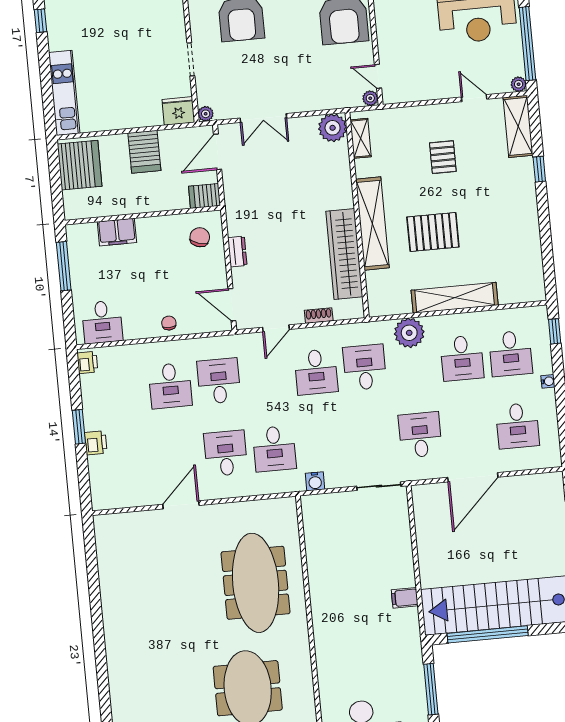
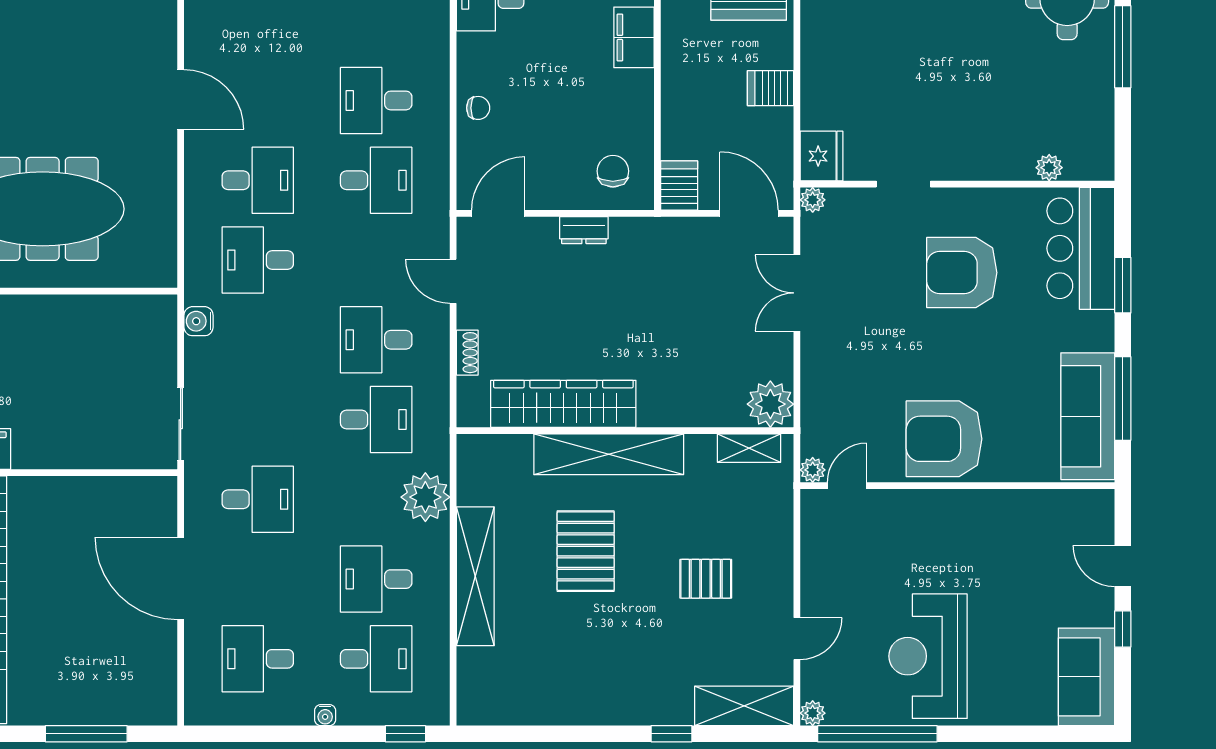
server rack: (144, 152) -> (771, 88), width x0.73, depth x0.70
chair: (200, 237) -> (613, 171), turned -108
desk: (511, 353) -> (376, 659), turned 180

